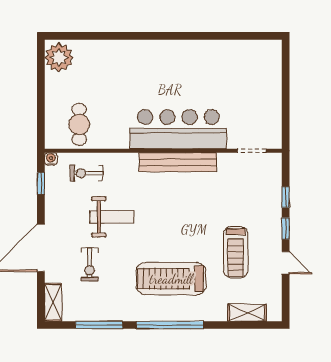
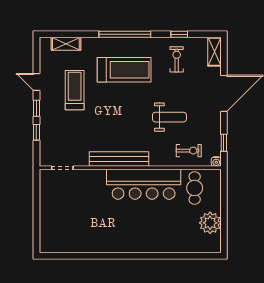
plant: (59, 57) -> (210, 223), moved
bar counter: (178, 129) -> (144, 184), moved
weight bench: (112, 217) -> (169, 117), turned 180
exercise bike: (90, 264) -> (177, 59), moved
window: (99, 325) -> (179, 34), width x0.46

